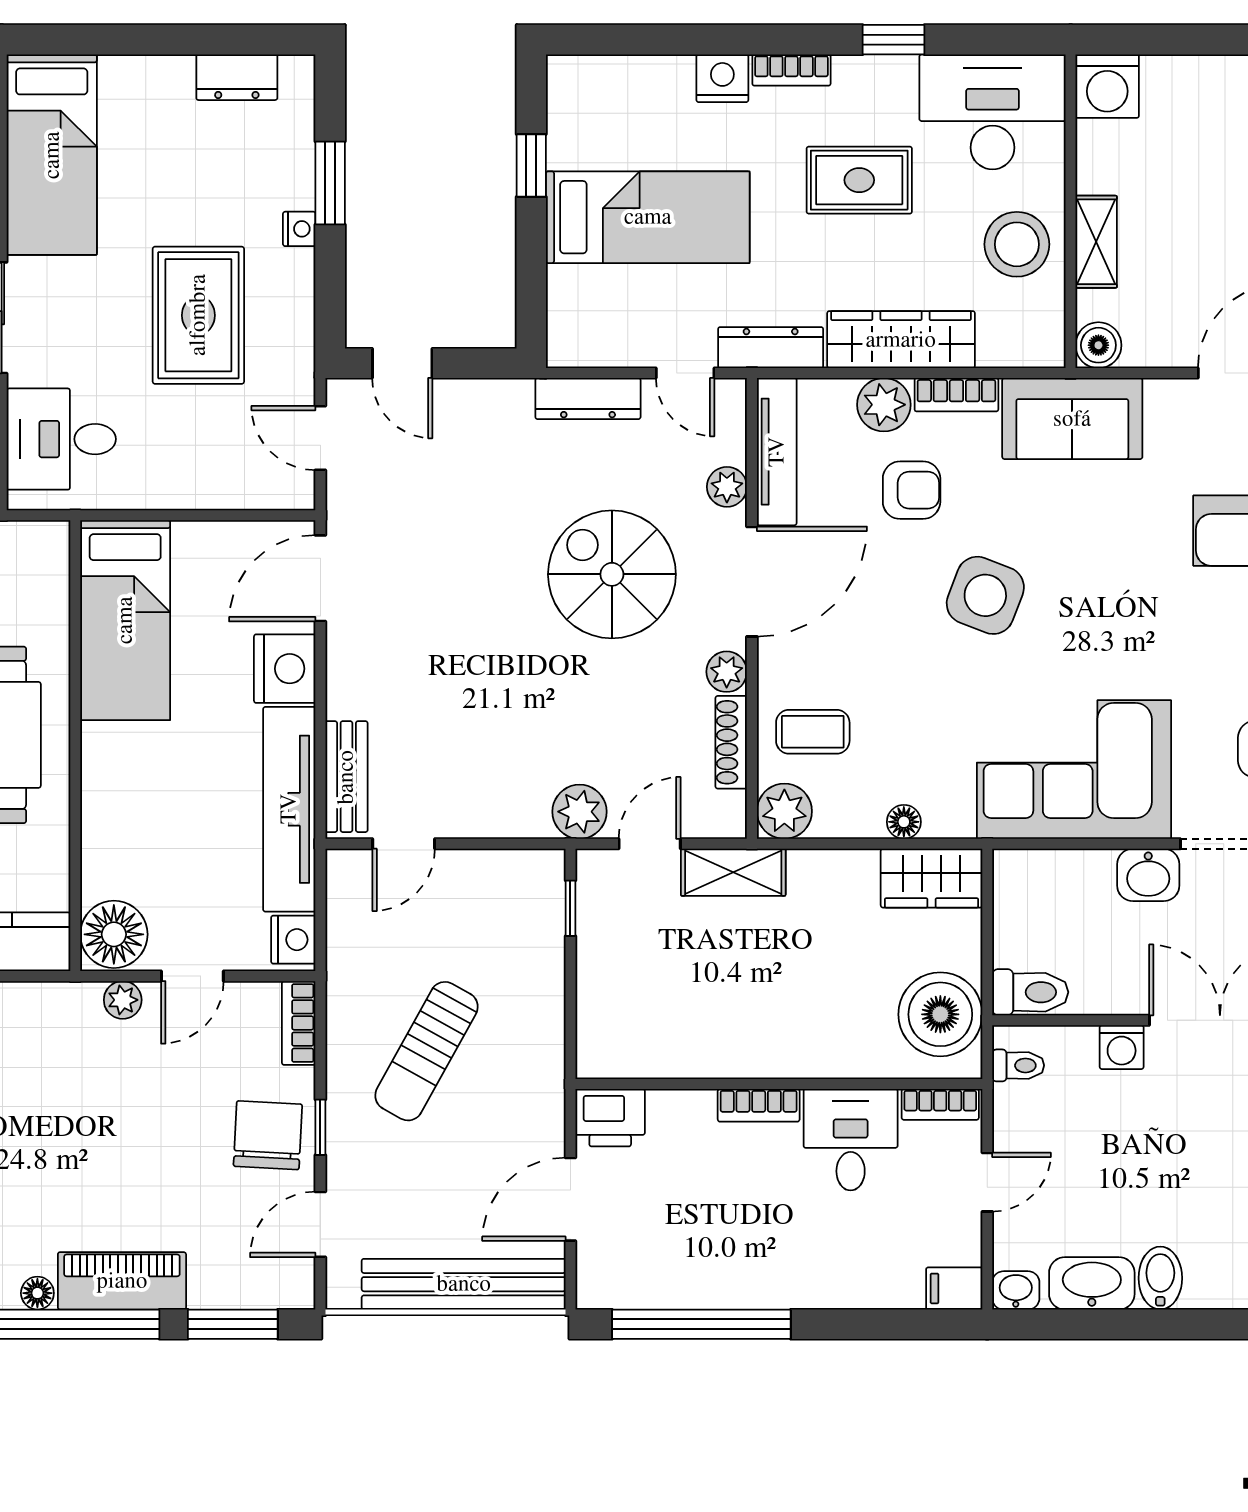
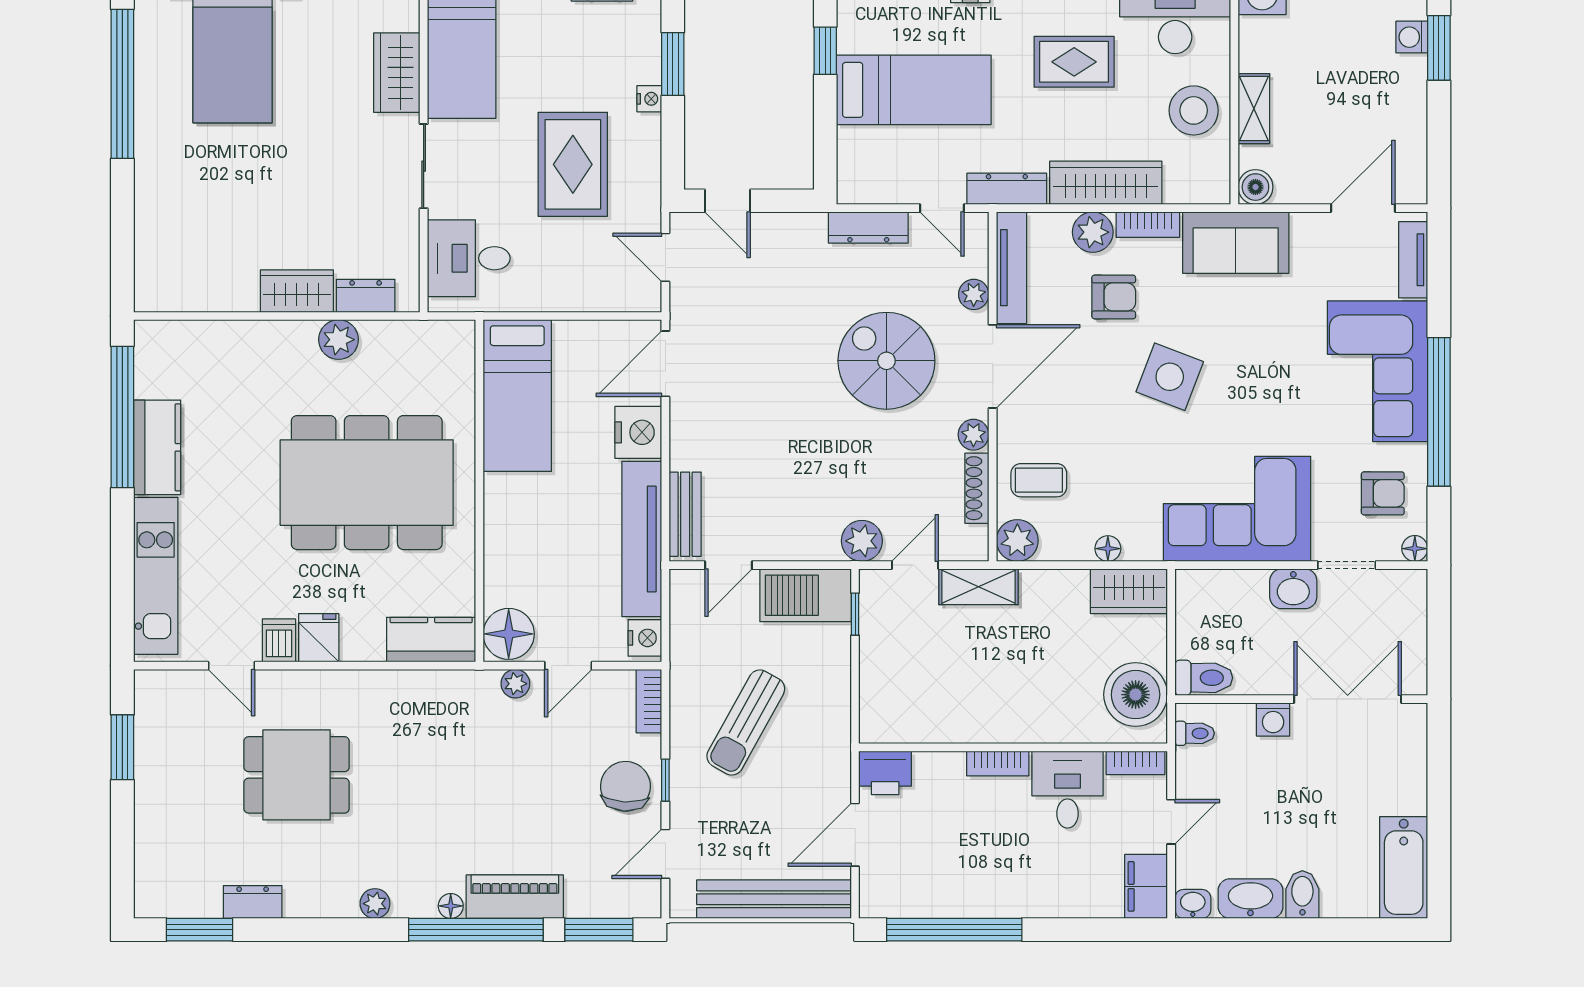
barbecue: (505, 883) -> (806, 595), added
filing cabinet: (954, 1288) -> (1146, 886), width x2.00

